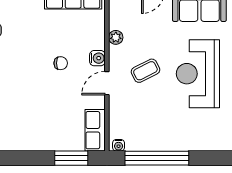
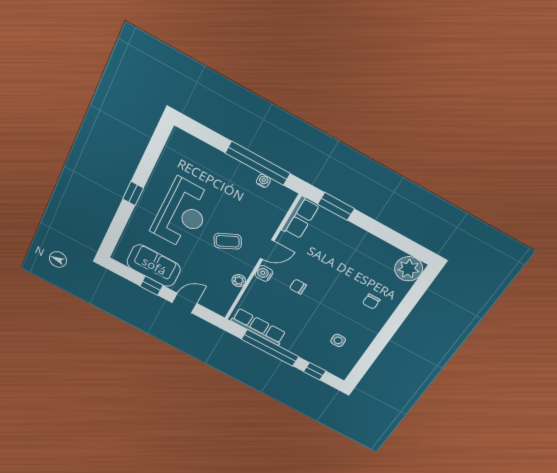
water cooler: (119, 145) -> (263, 181), moved

